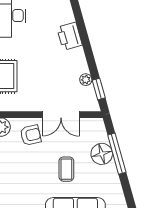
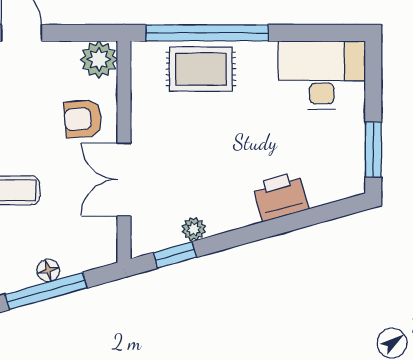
armchair: (31, 135) -> (83, 119), turned 98
floor lamp: (102, 154) -> (48, 270), width x0.53, depth x0.53

